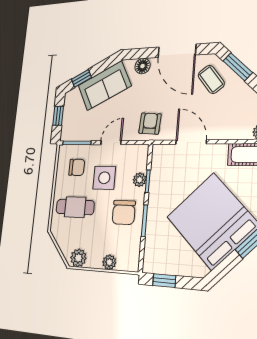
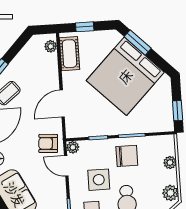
door: (111, 143) -> (66, 166), moved
plant: (140, 180) -> (73, 147), moved

